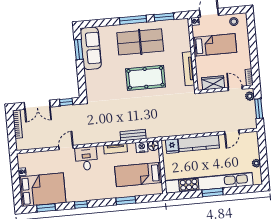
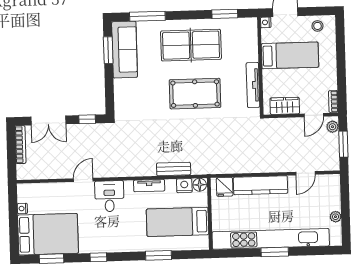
window: (133, 20) -> (147, 16), moved
door: (235, 88) -> (314, 115), swing flipped

